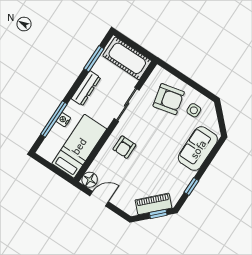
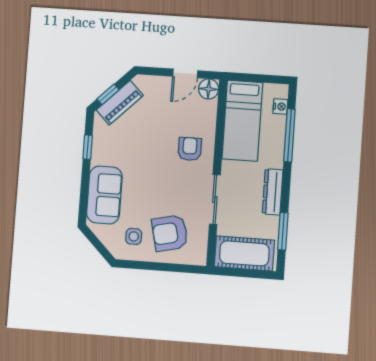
nightstand: (63, 120) -> (280, 107), moved

